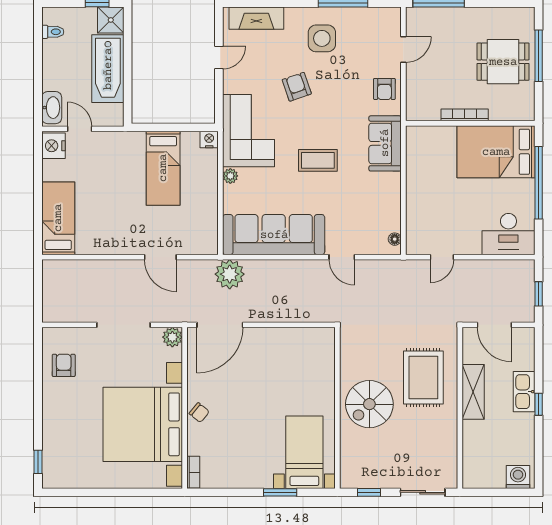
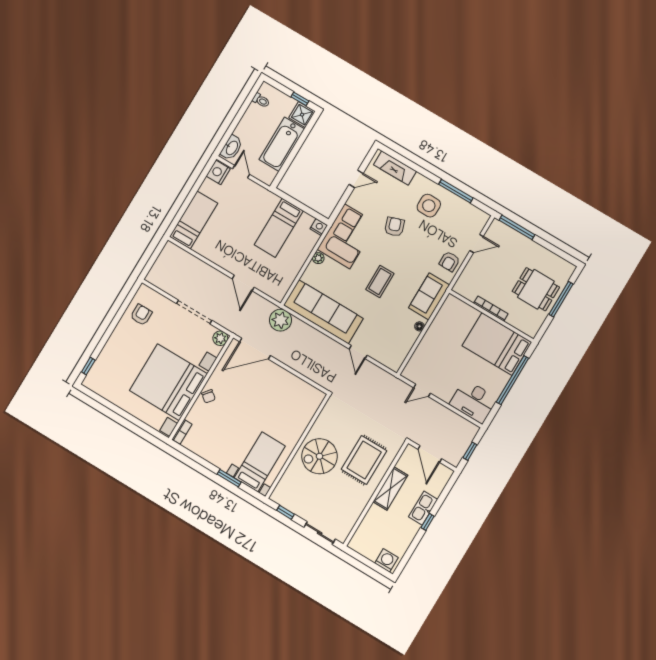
coffee table: (318, 160) -> (380, 281), turned 90
floor lamp: (395, 239) -> (419, 326), moved

